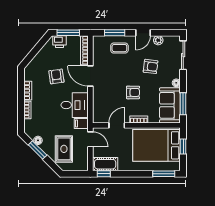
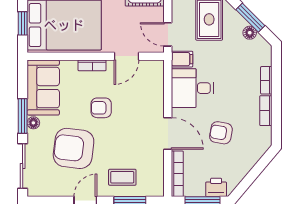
plant: (158, 40) -> (62, 189), removed
armchair: (151, 66) -> (74, 148), width x1.88, depth x1.88
armchair: (56, 76) -> (221, 133), turned 108
window: (183, 104) -> (23, 116), moved

